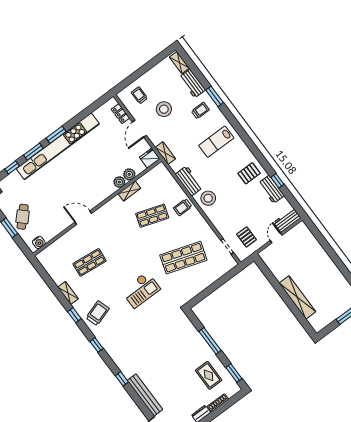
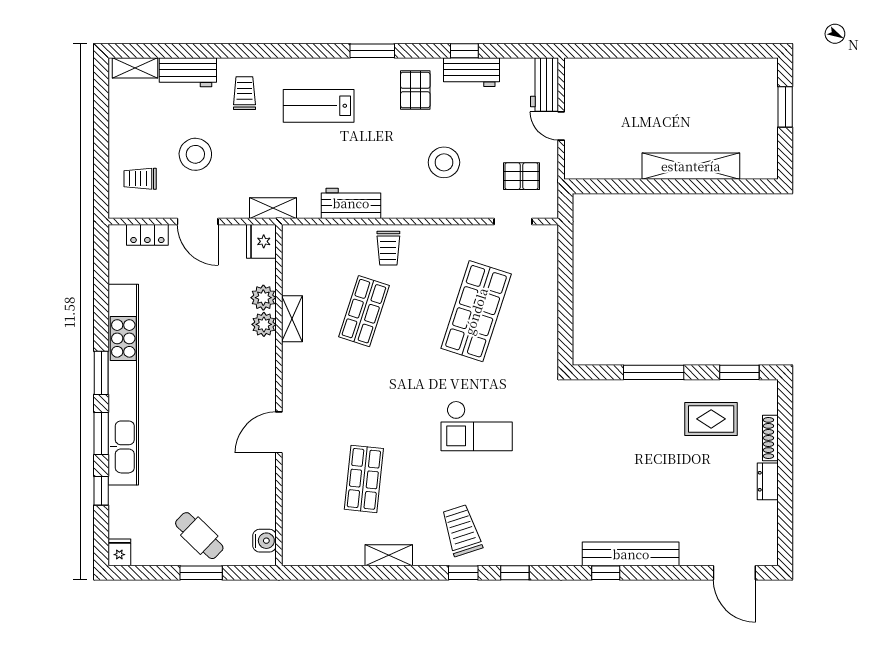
window: (215, 96) -> (372, 51), moved
lab bench: (216, 142) -> (319, 106), turned 90
stool: (208, 198) -> (444, 162), moved
checkout: (141, 290) -> (477, 426), turned 90
window: (74, 315) -> (463, 573), moved
bench: (145, 395) -> (631, 554), moved

